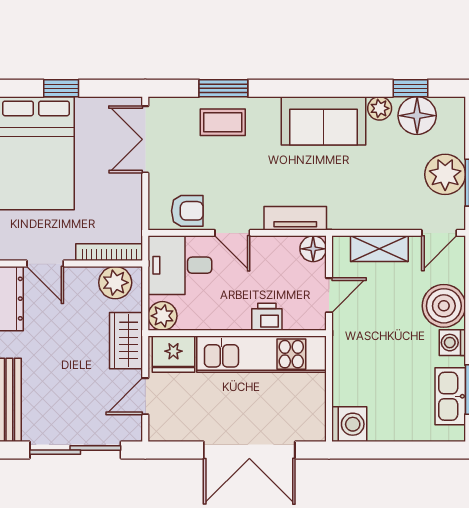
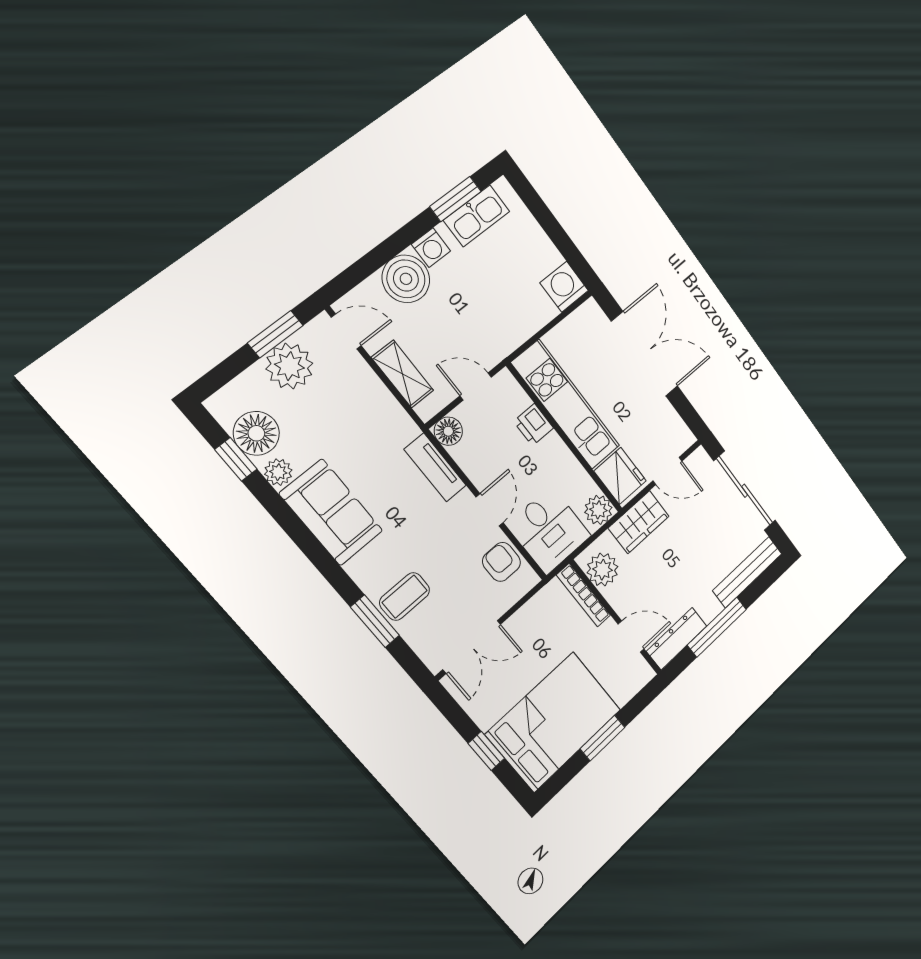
coffee table: (223, 122) -> (405, 596), turned 90
door: (45, 264) -> (631, 637), hinge flipped

